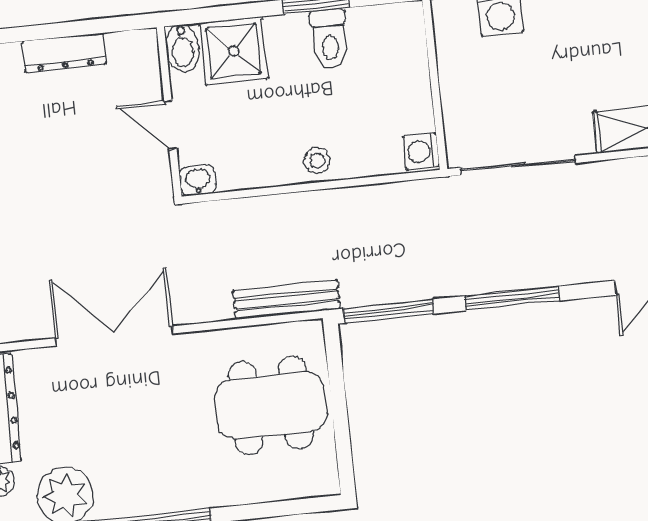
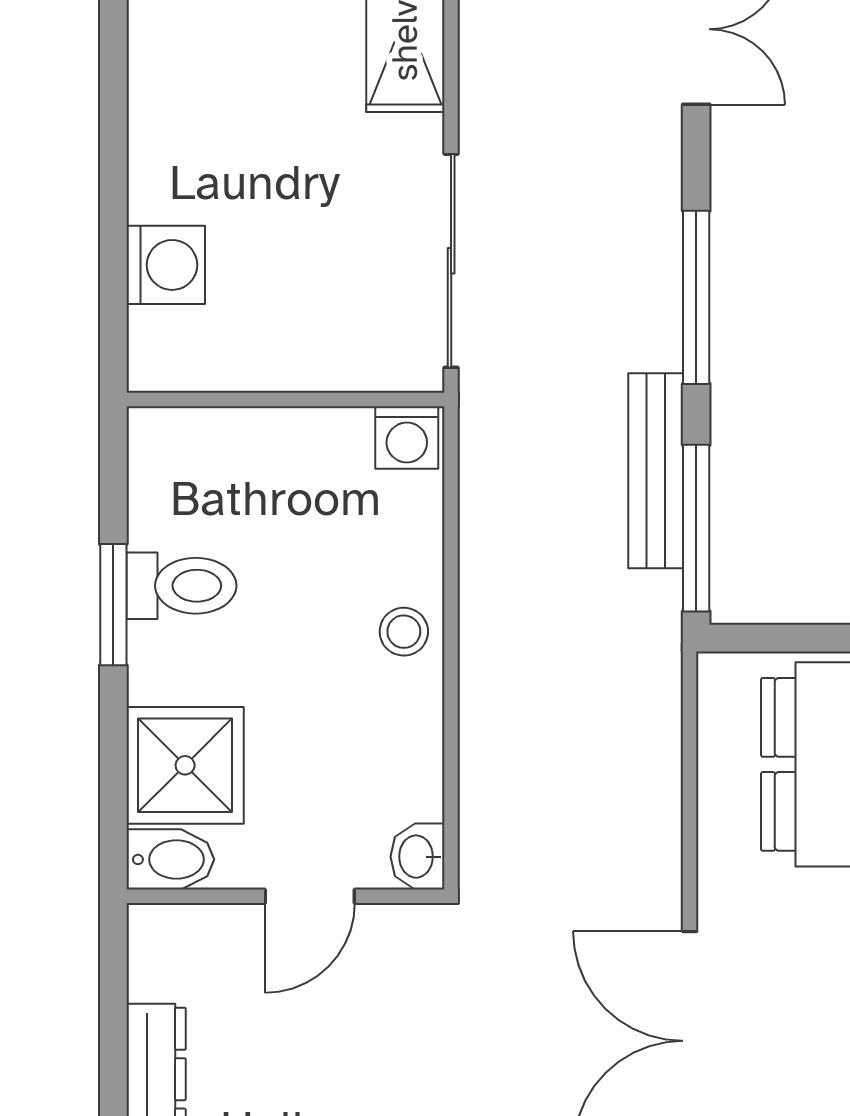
bench: (287, 300) -> (656, 471), moved

